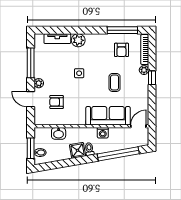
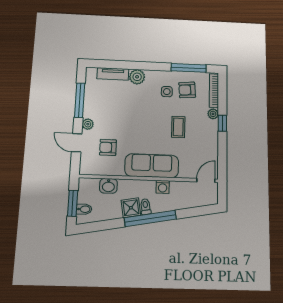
armchair: (121, 50) -> (187, 90), turned 85
side table: (79, 73) -> (167, 92), moved
sofa: (108, 116) -> (152, 166), moved
window: (118, 154) -> (150, 218), moved

